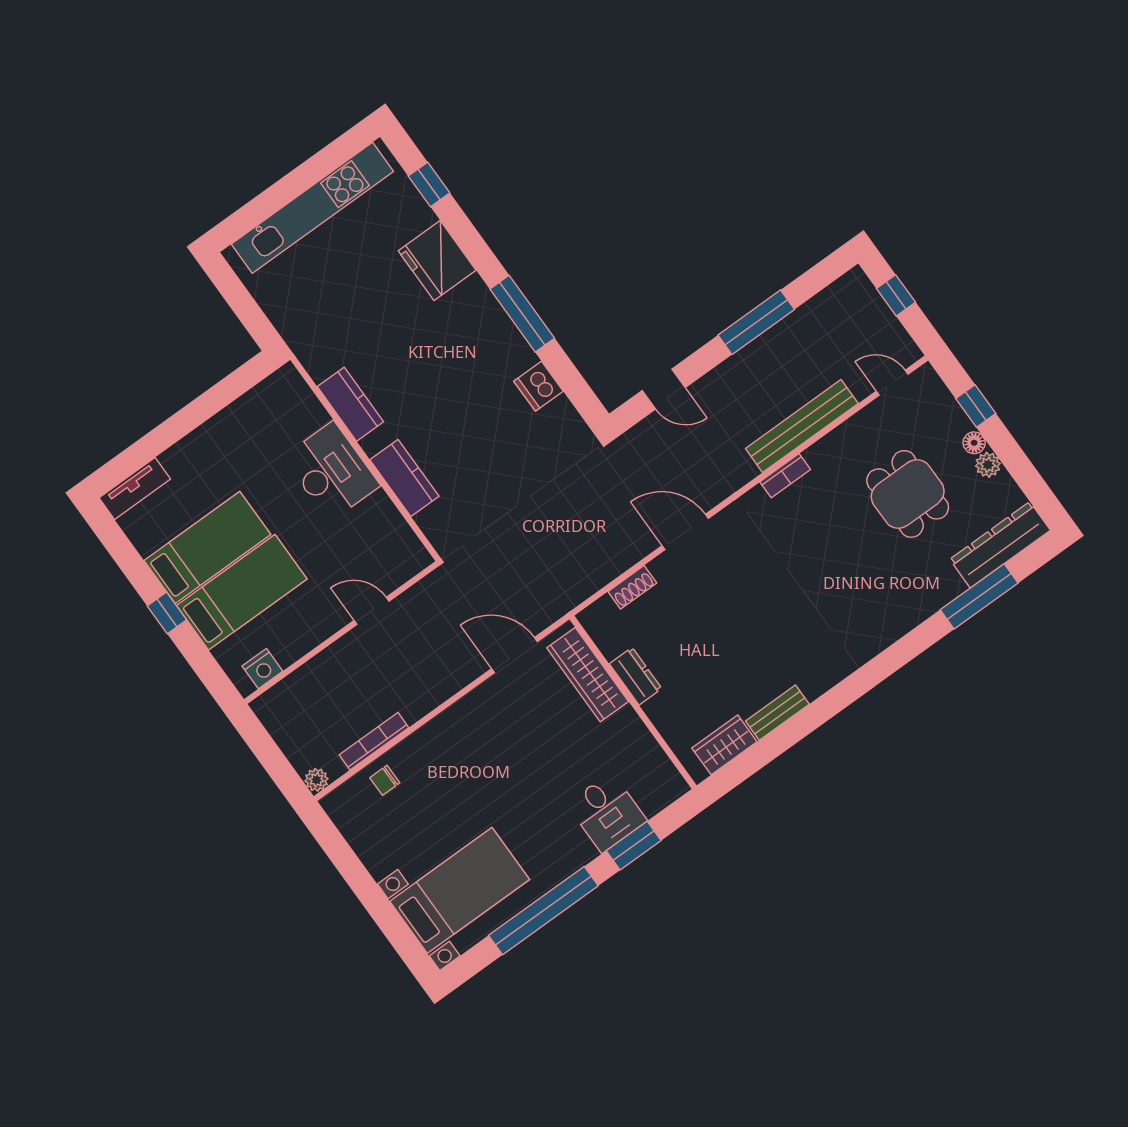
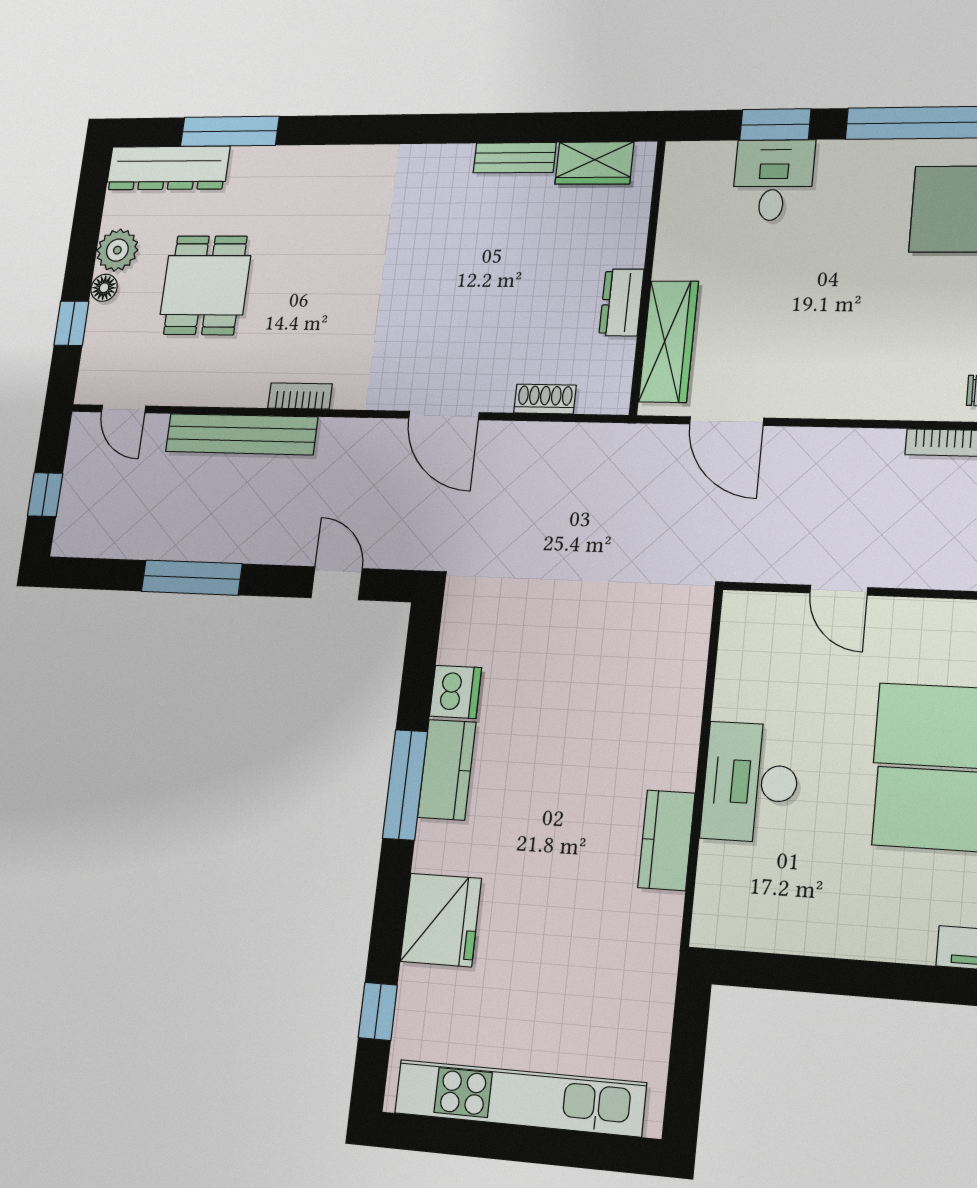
plant: (988, 465) -> (117, 250), width x1.38, depth x1.38
kitchen counter: (404, 478) -> (447, 770), moved, turned 180

